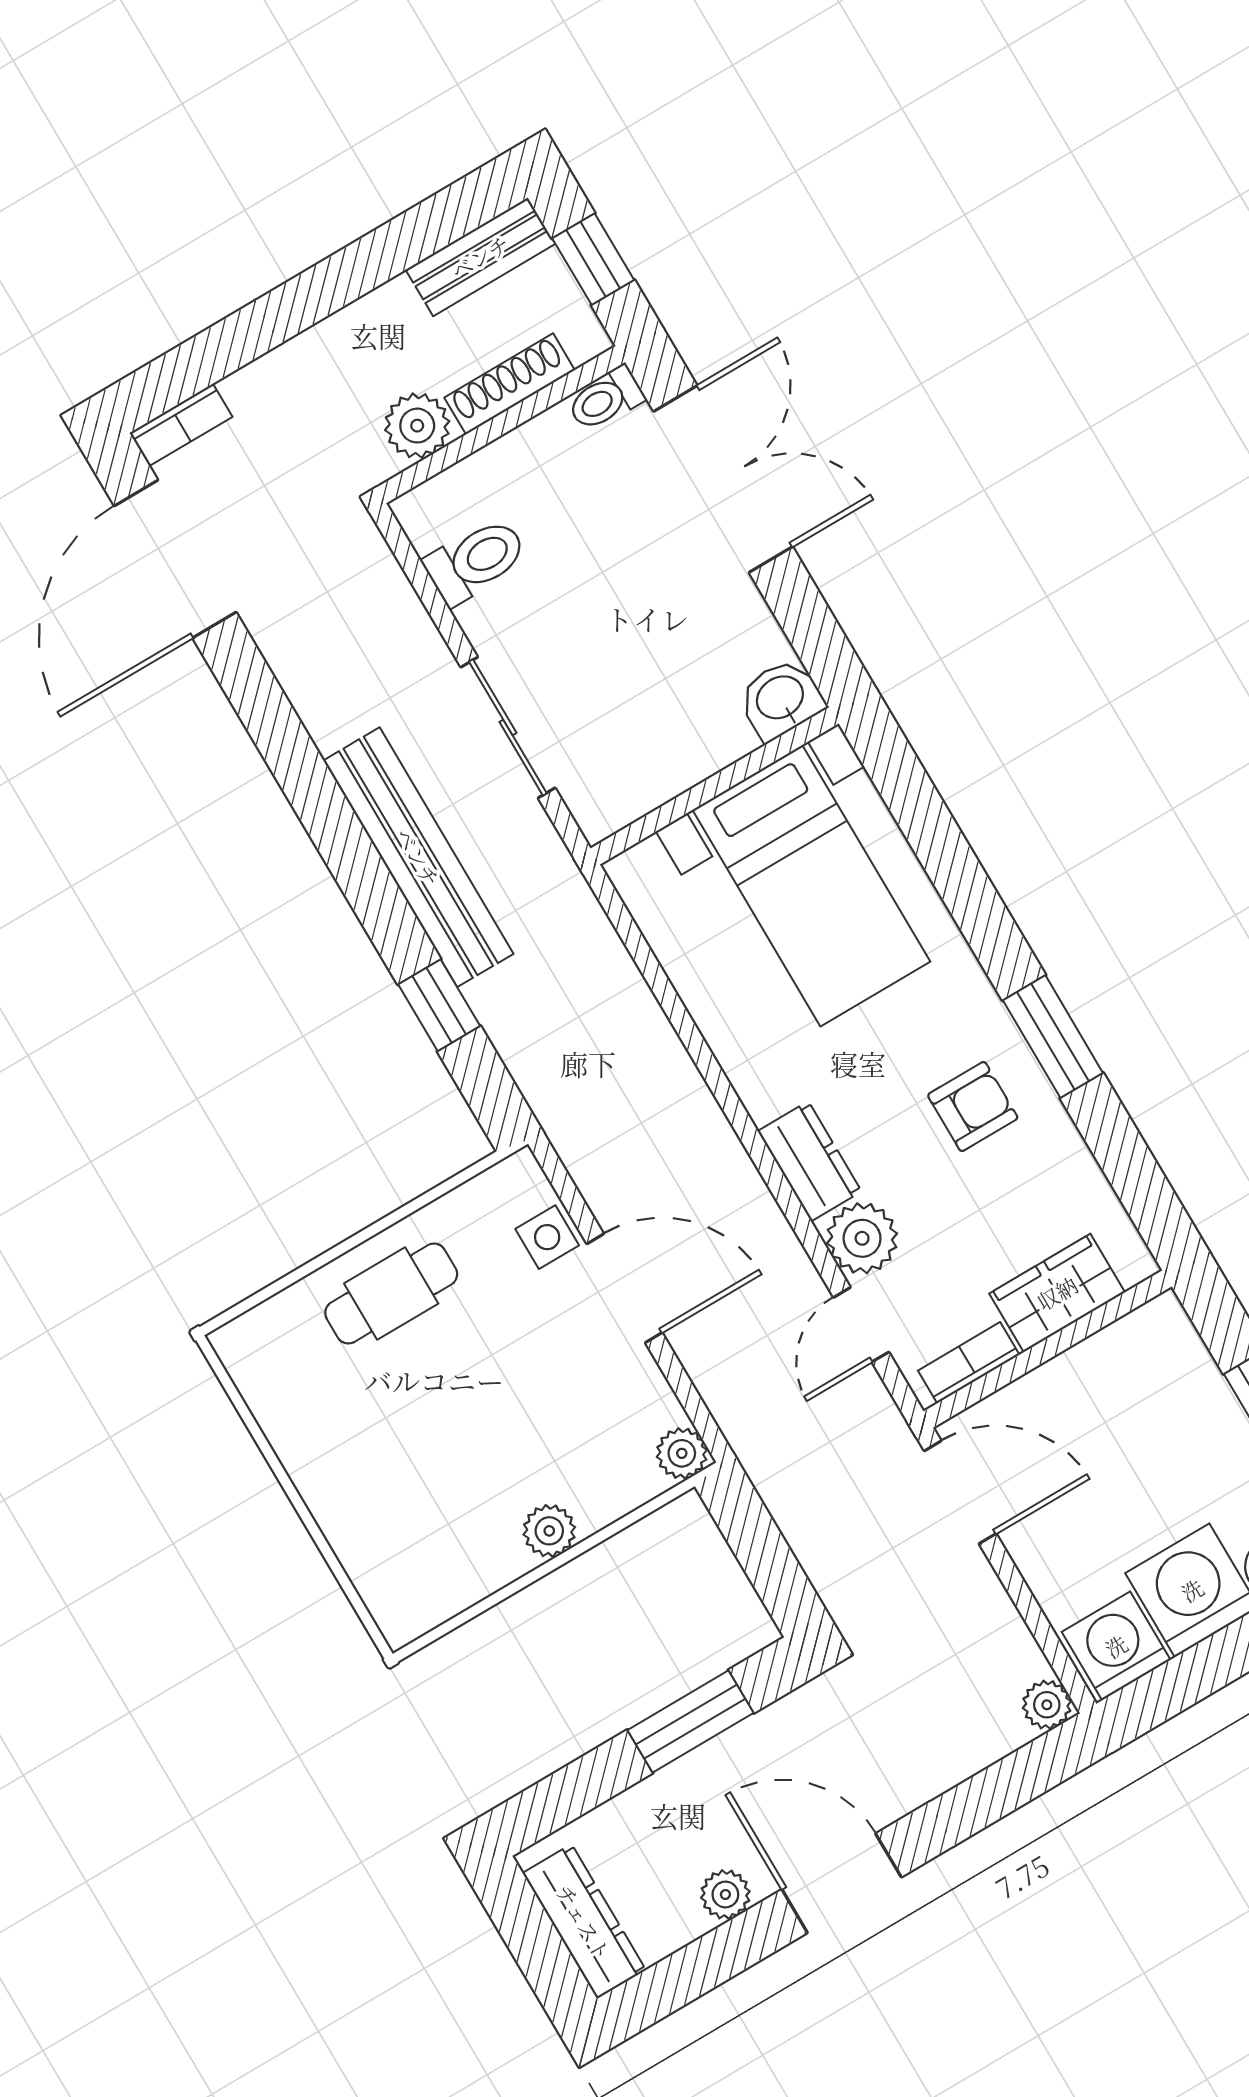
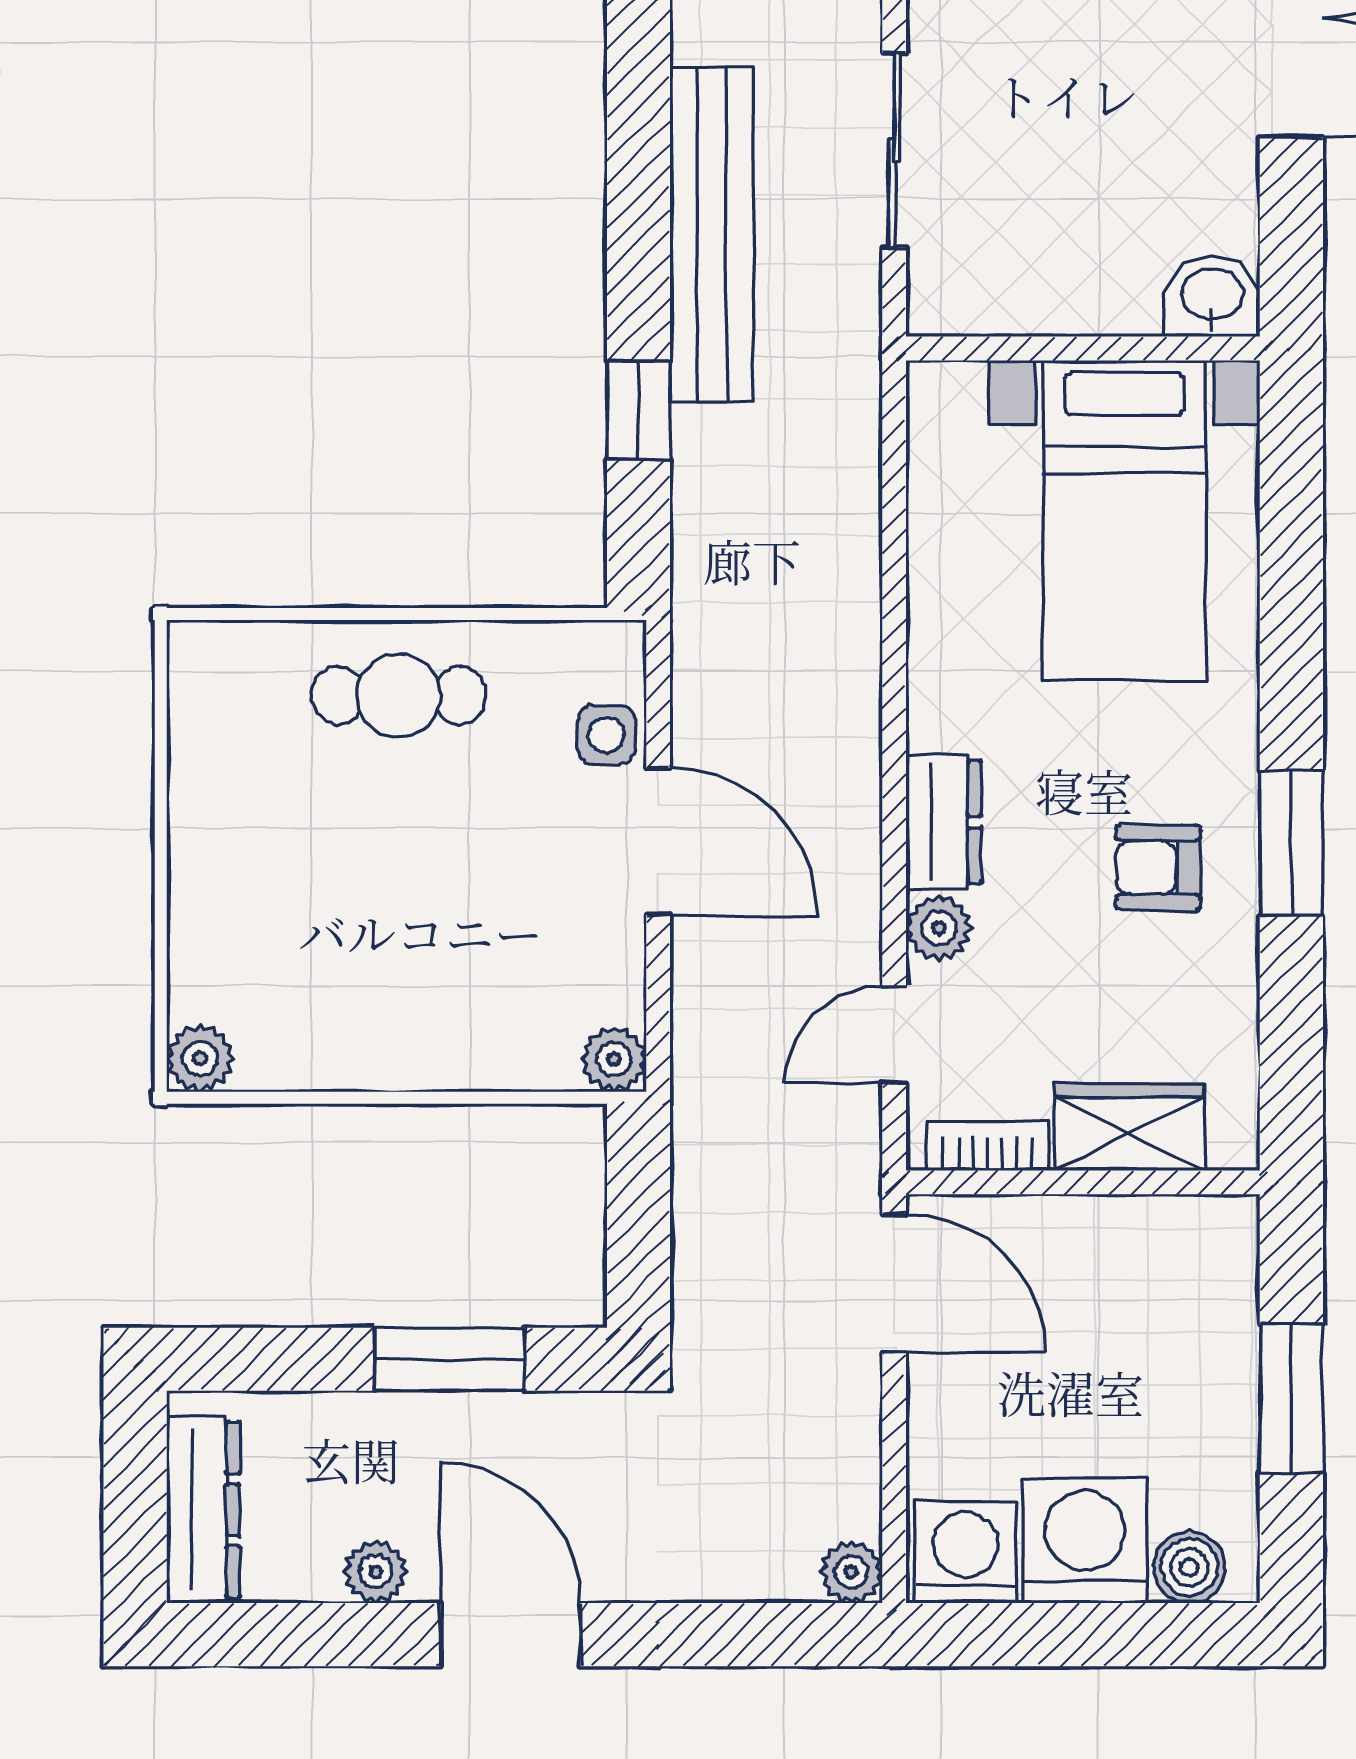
armchair: (973, 1106) -> (1158, 868), turned 180
plant: (862, 1238) -> (939, 928), width x0.73, depth x0.73
plant: (549, 1531) -> (200, 1058), moved

